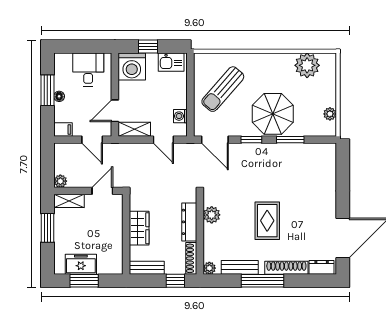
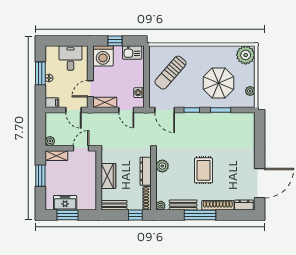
plant: (307, 65) -> (246, 55), moved
parasol: (273, 114) -> (219, 83), moved

